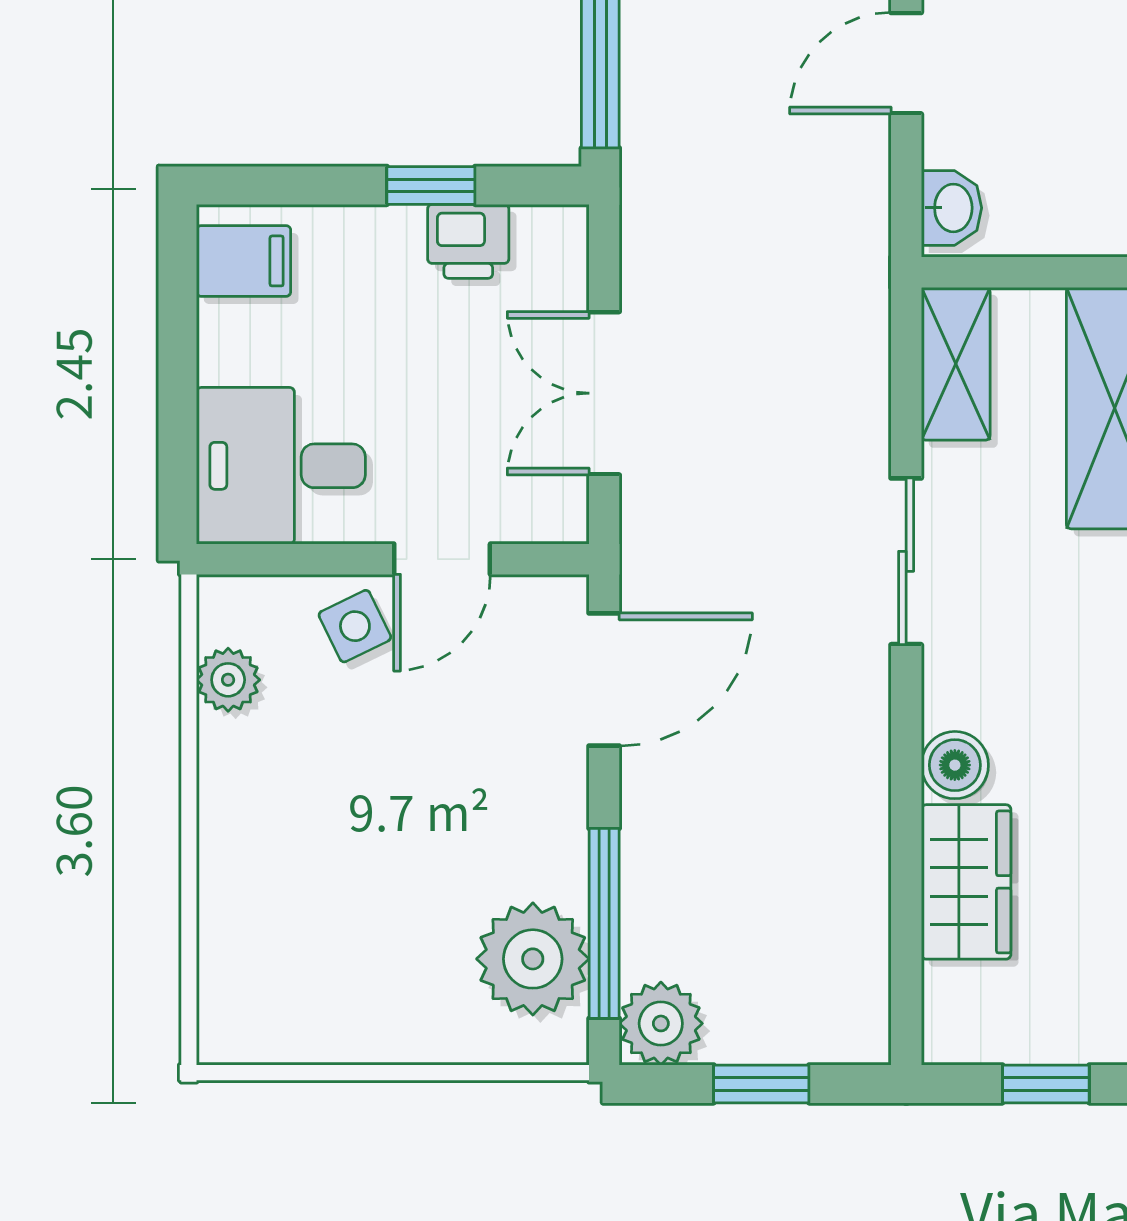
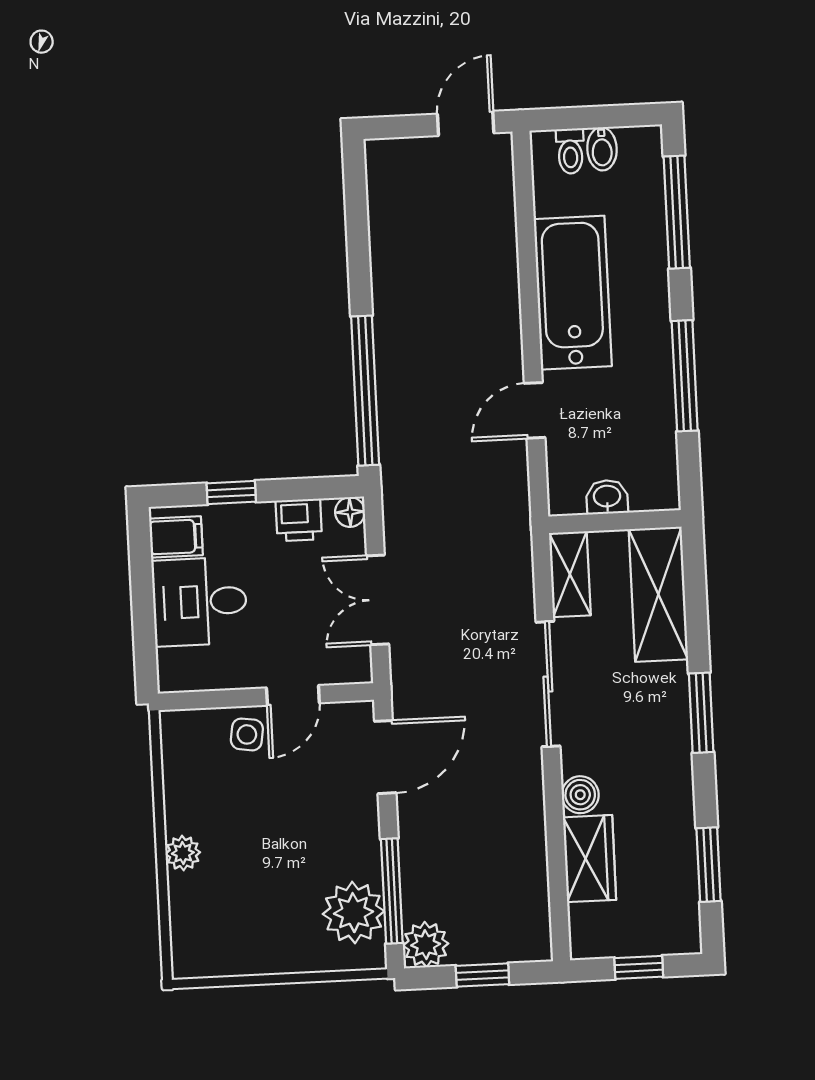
window: (431, 185) -> (231, 493), moved
washbasin: (951, 208) -> (607, 497), moved, turned -90
floor lamp: (562, 231) -> (350, 512), added
desk: (281, 466) -> (200, 602), moved
sliding door: (906, 561) -> (548, 684), width x1.37
side table: (355, 626) -> (247, 734), turned 34
plant: (228, 680) -> (183, 853), moved

